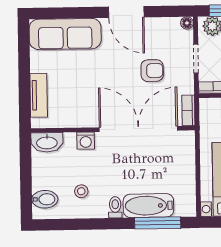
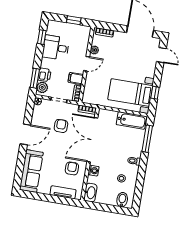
armchair: (82, 103) -> (72, 168), added
bathtub: (148, 206) -> (131, 120), moved, turned -90

